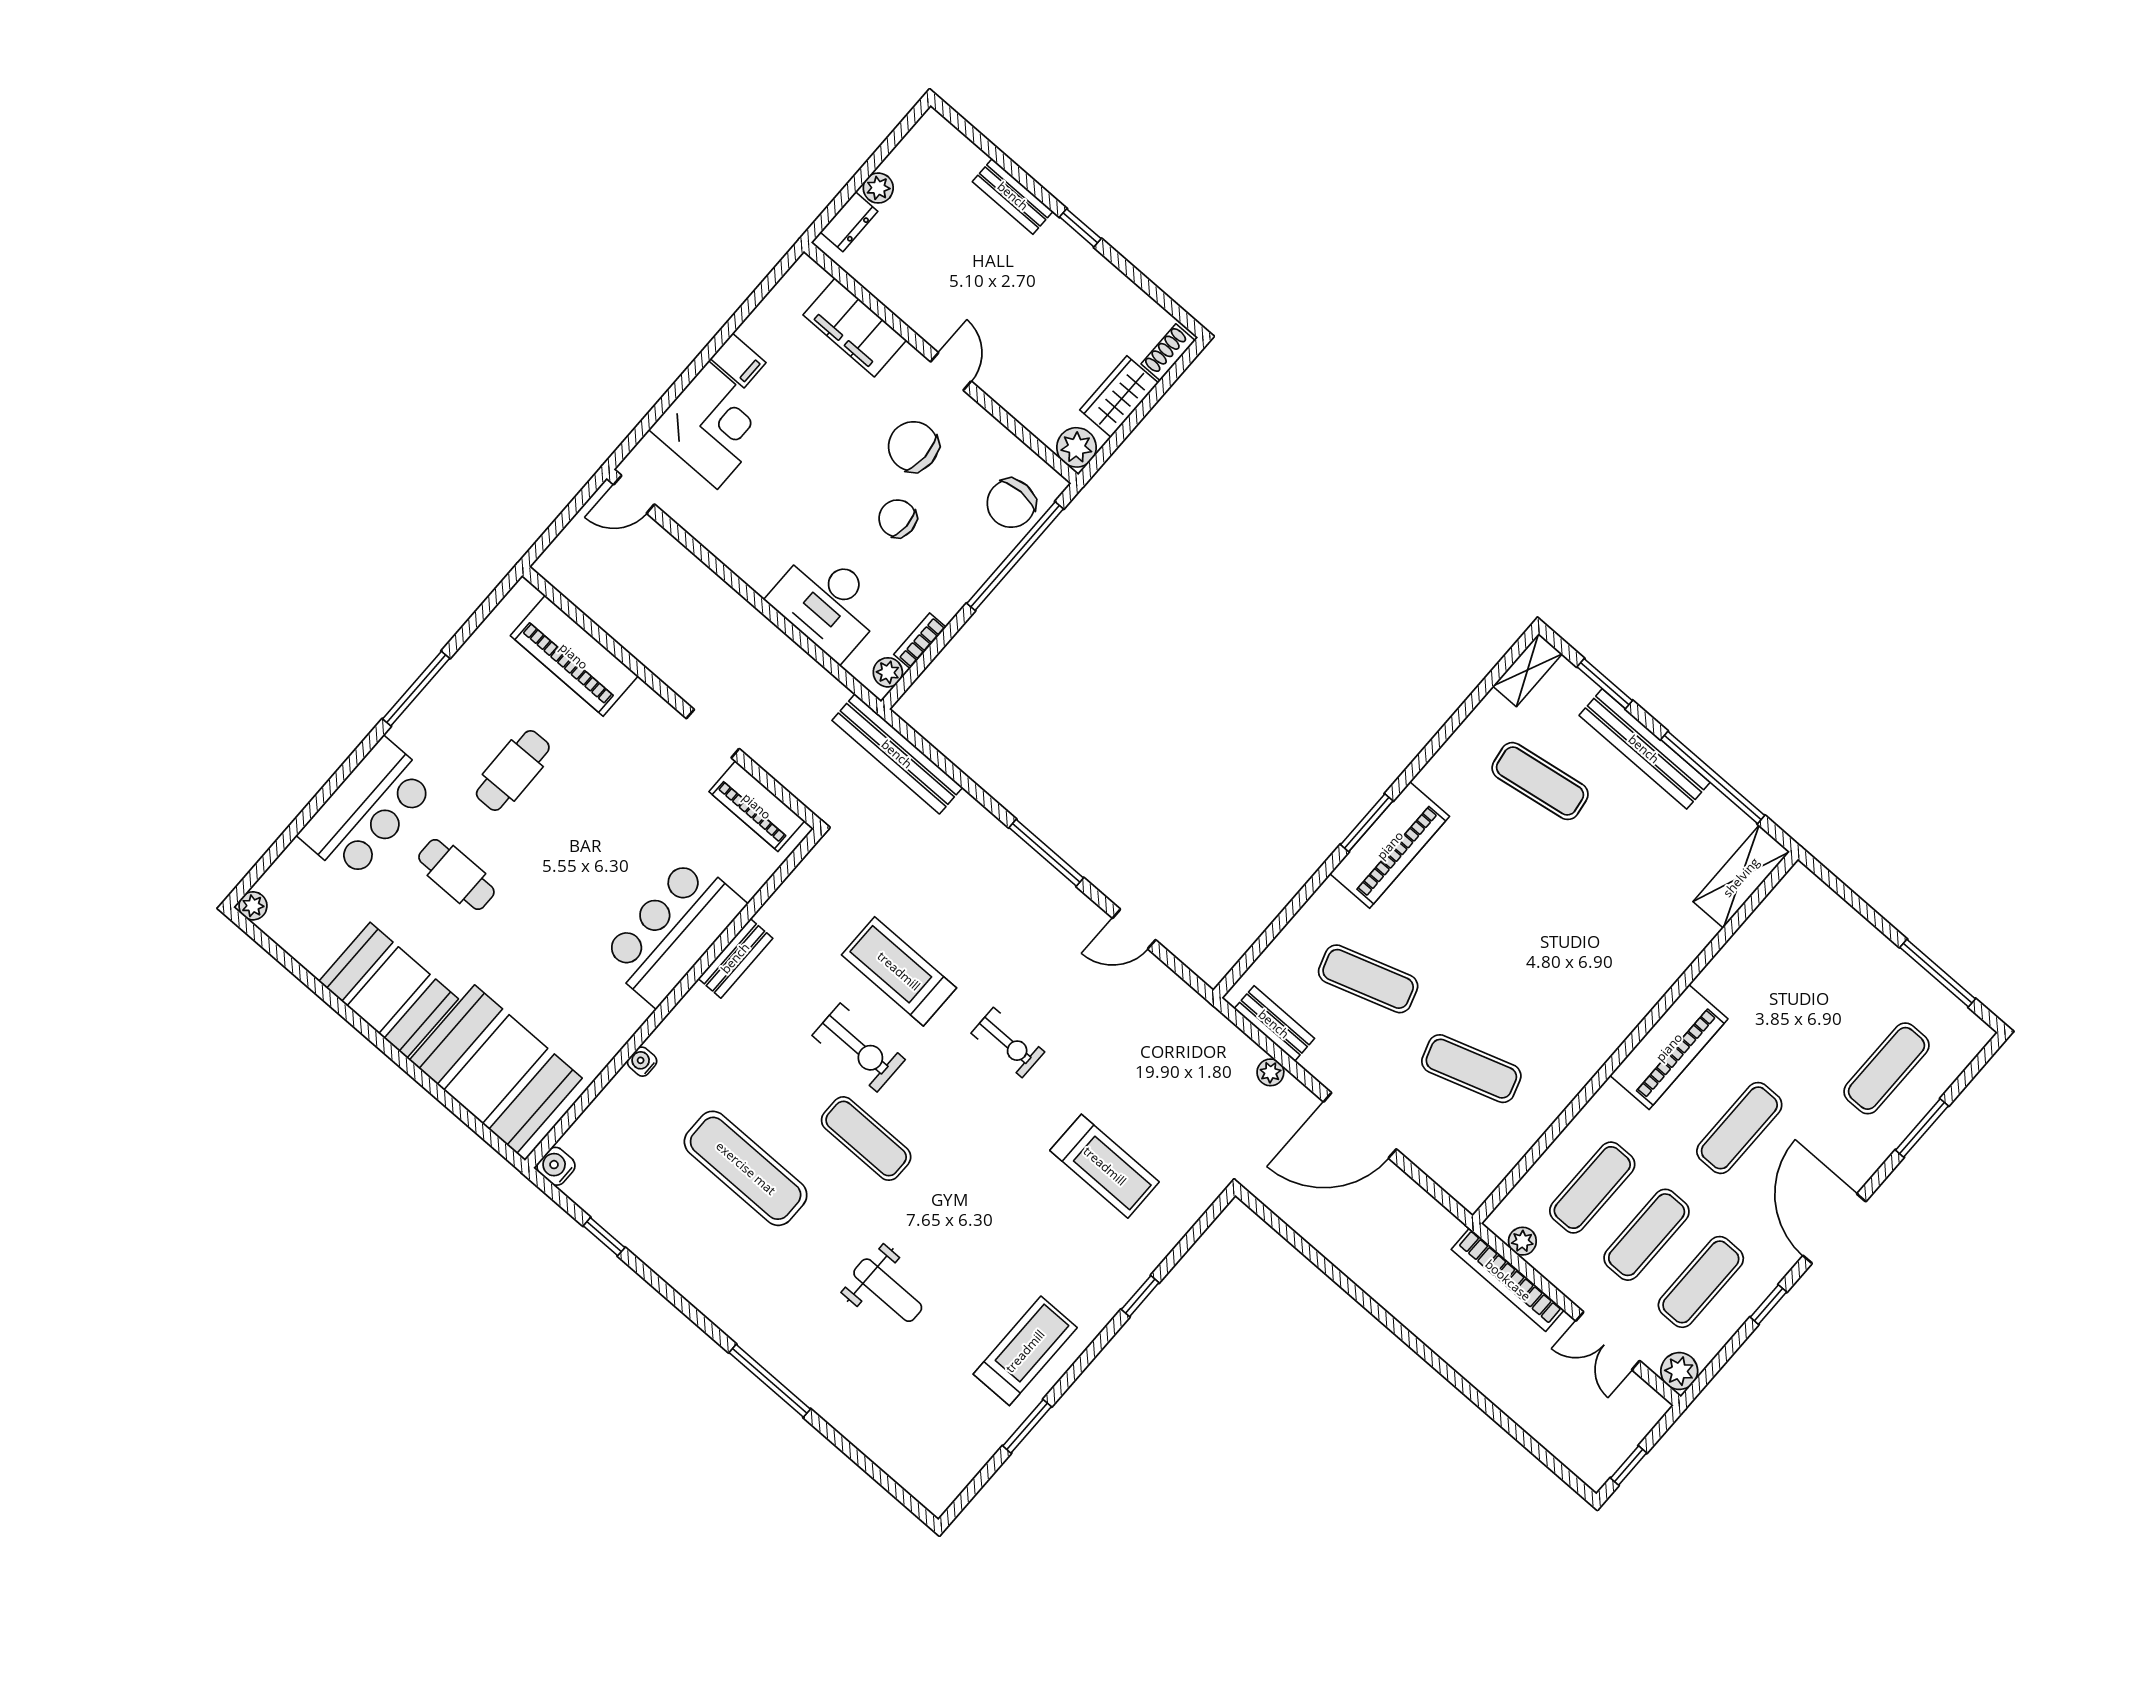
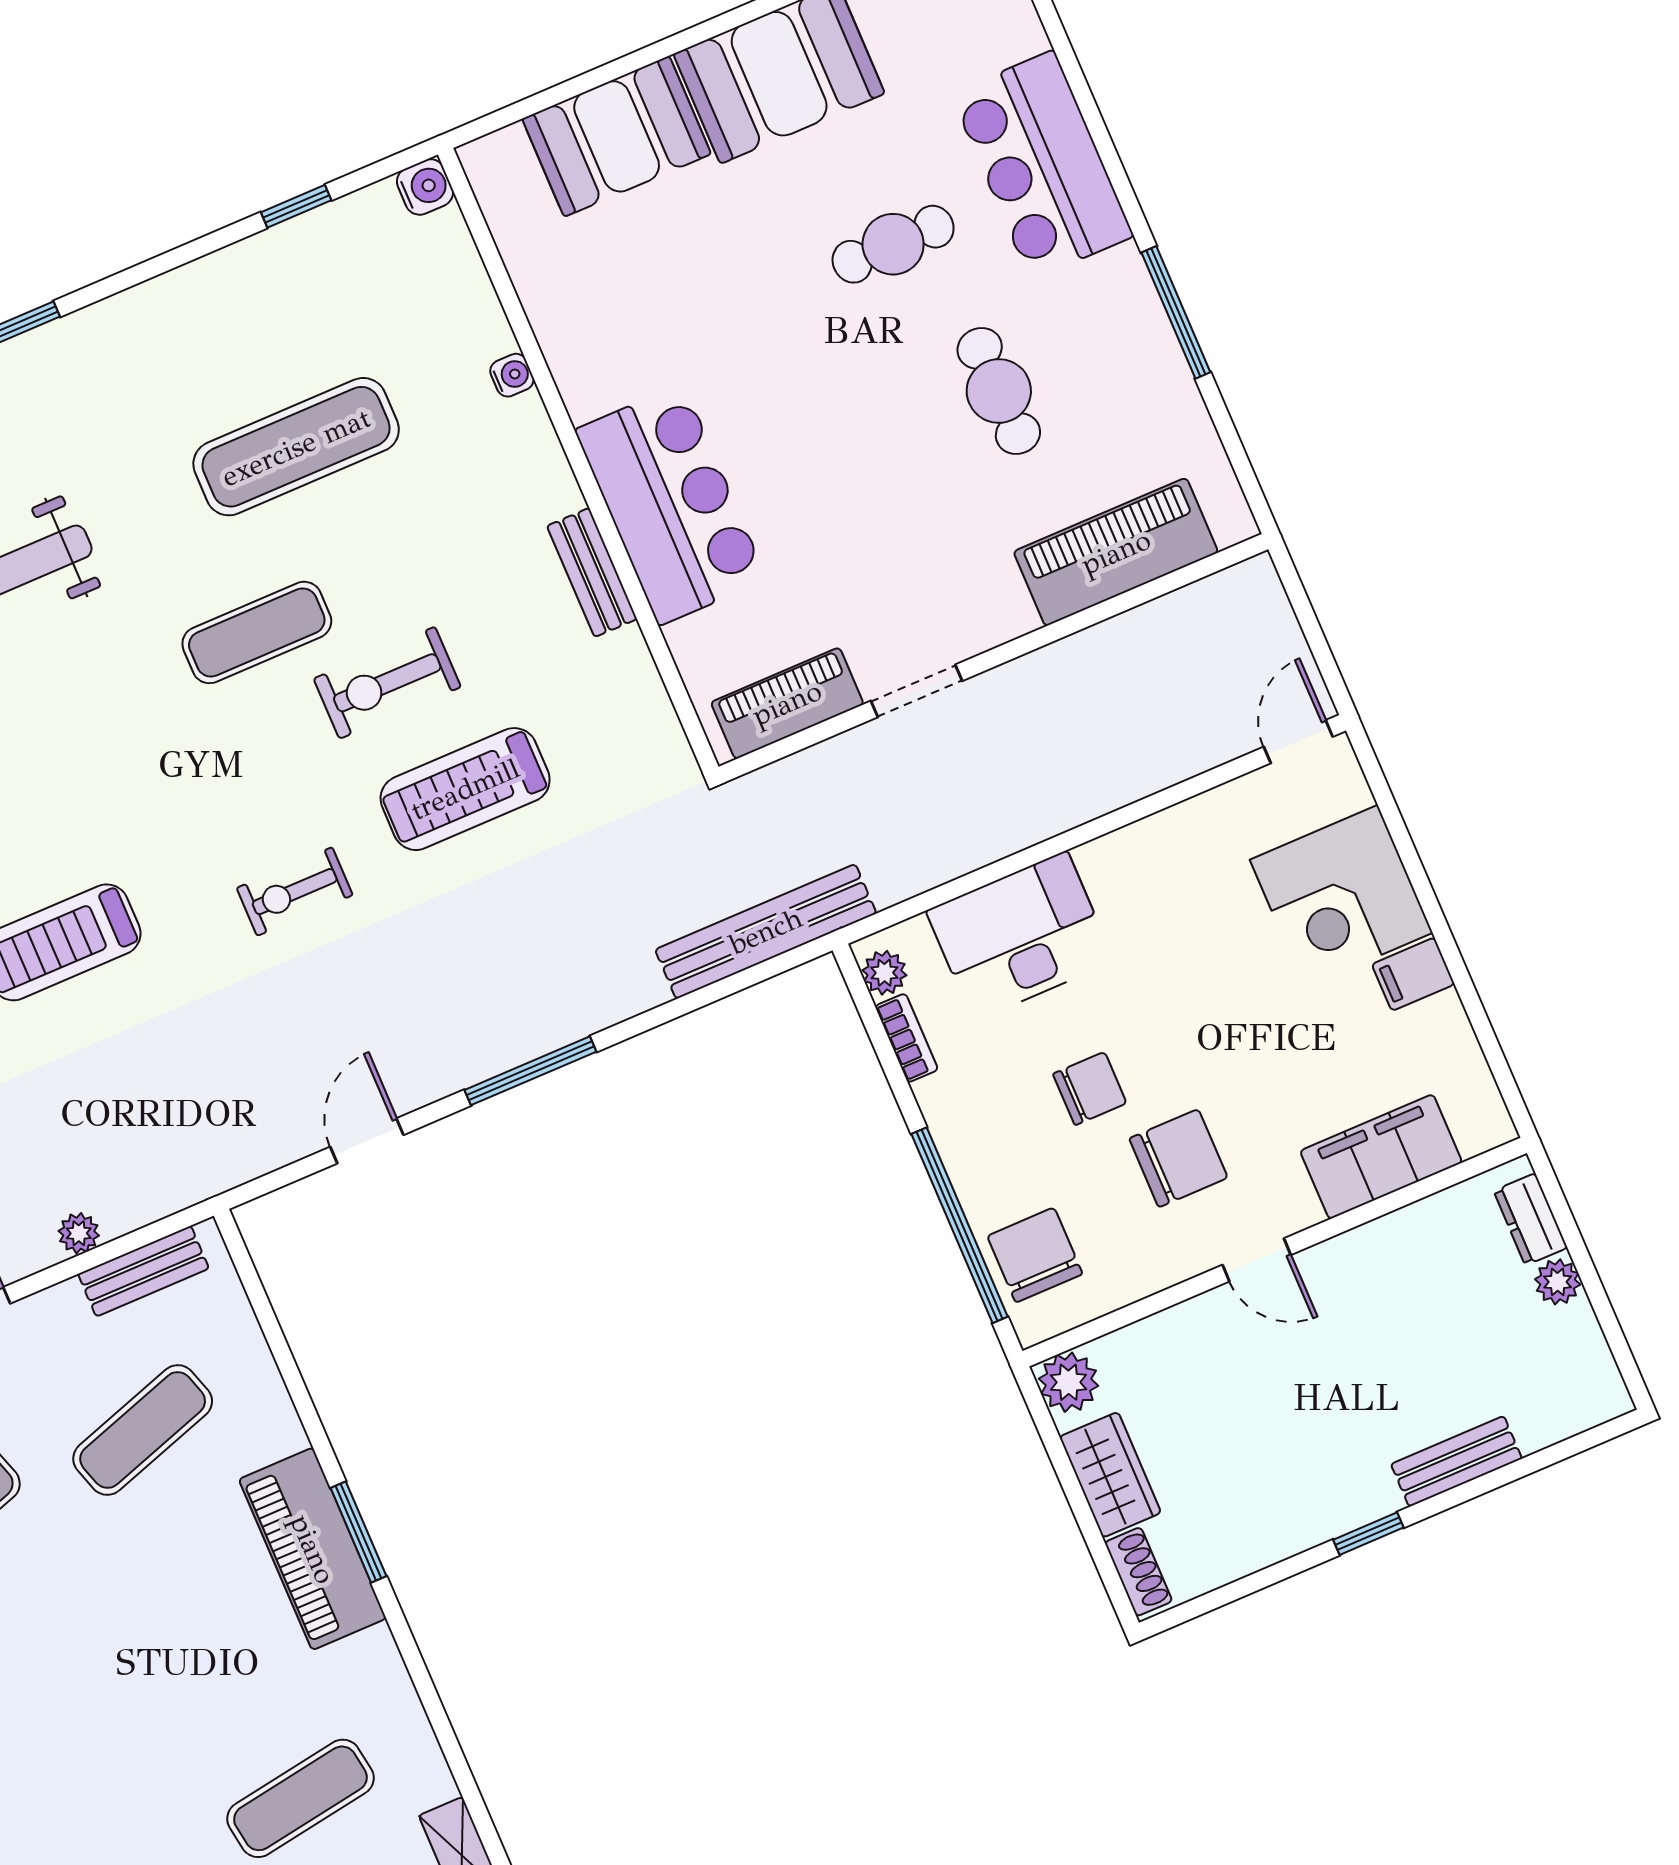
treadmill: (899, 971) -> (465, 789), turned 180
booth: (496, 1069) -> (617, 136), width x0.73, depth x0.70

